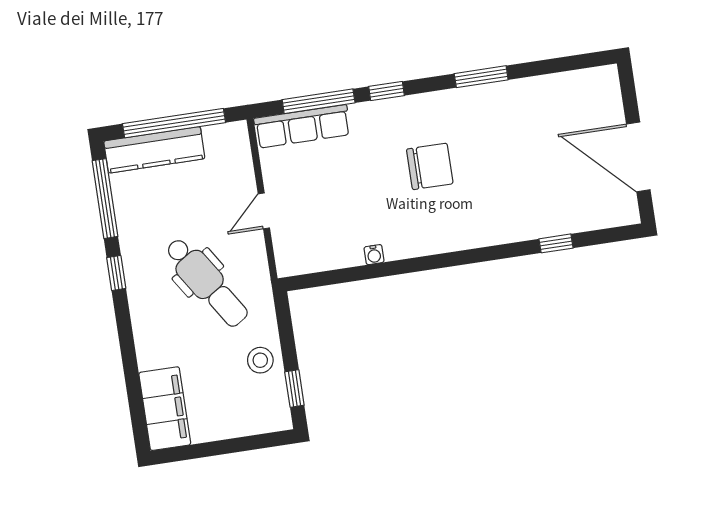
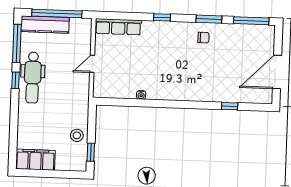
window: (319, 101) -> (251, 21), moved
door: (638, 157) -> (277, 72), hinge flipped
chair: (430, 166) -> (204, 38), moved, width x0.54, depth x0.54
dental chair: (207, 282) -> (33, 78), moved, turned 33
filing cabinet: (165, 409) -> (35, 160), moved, turned -90

